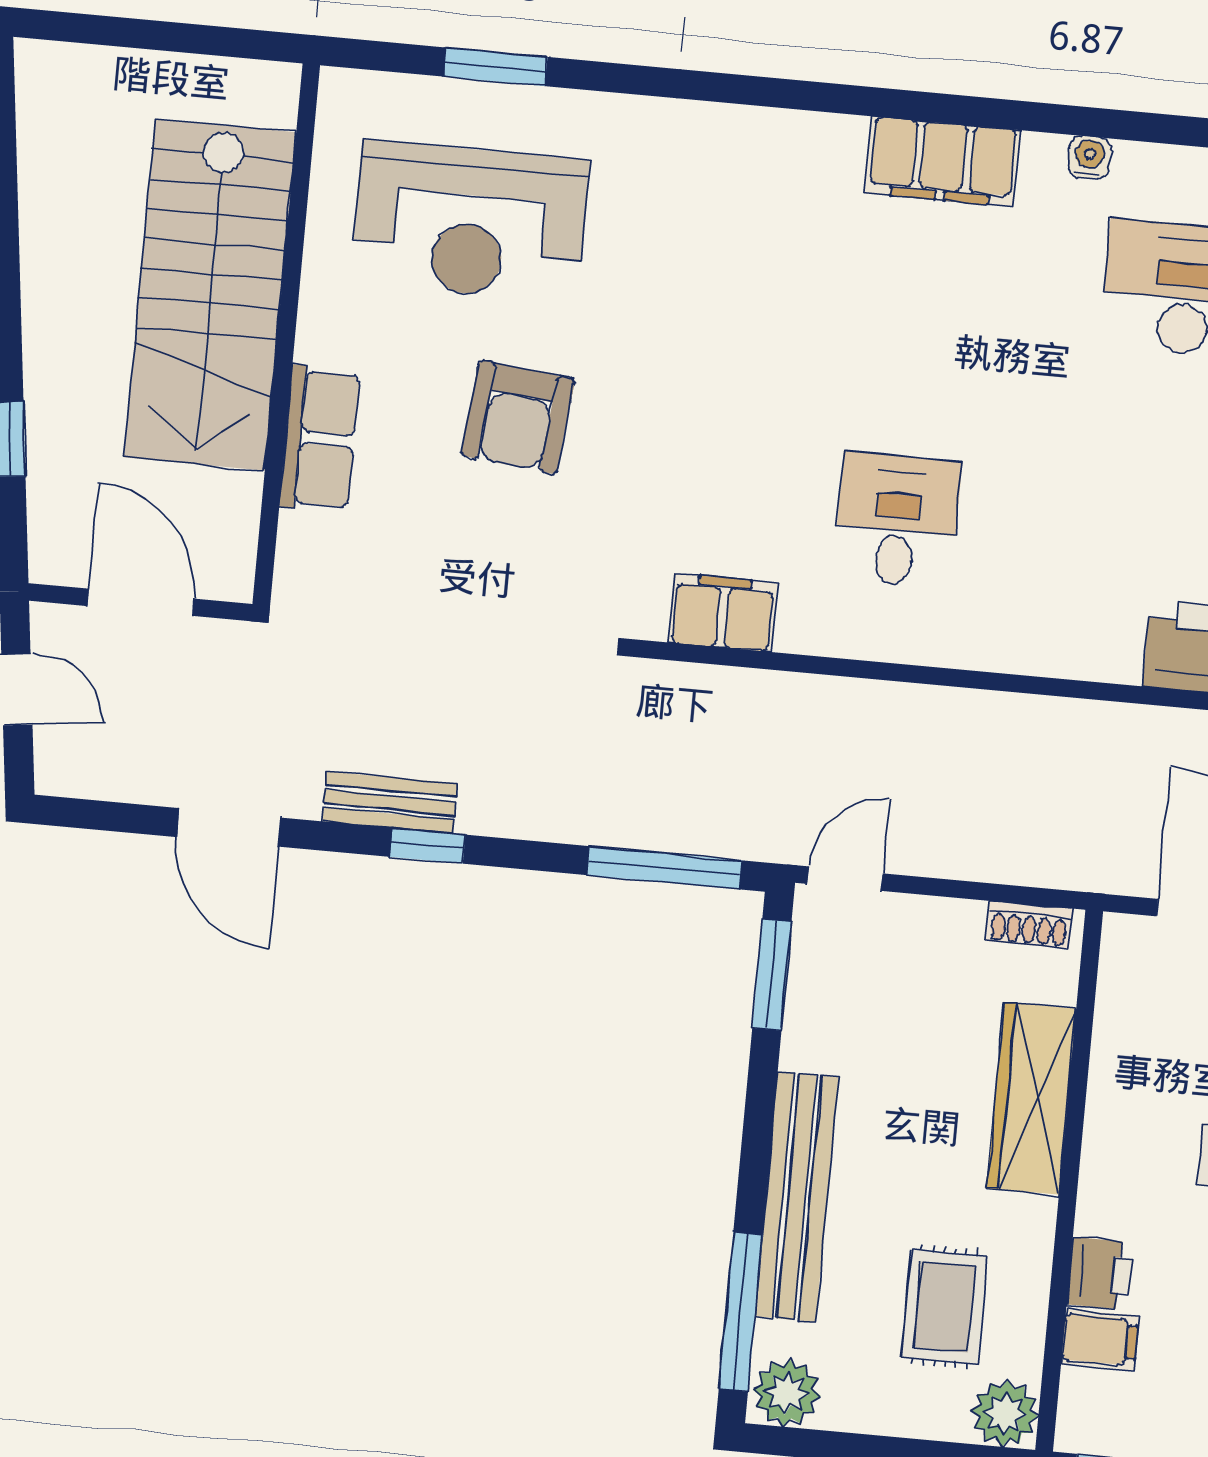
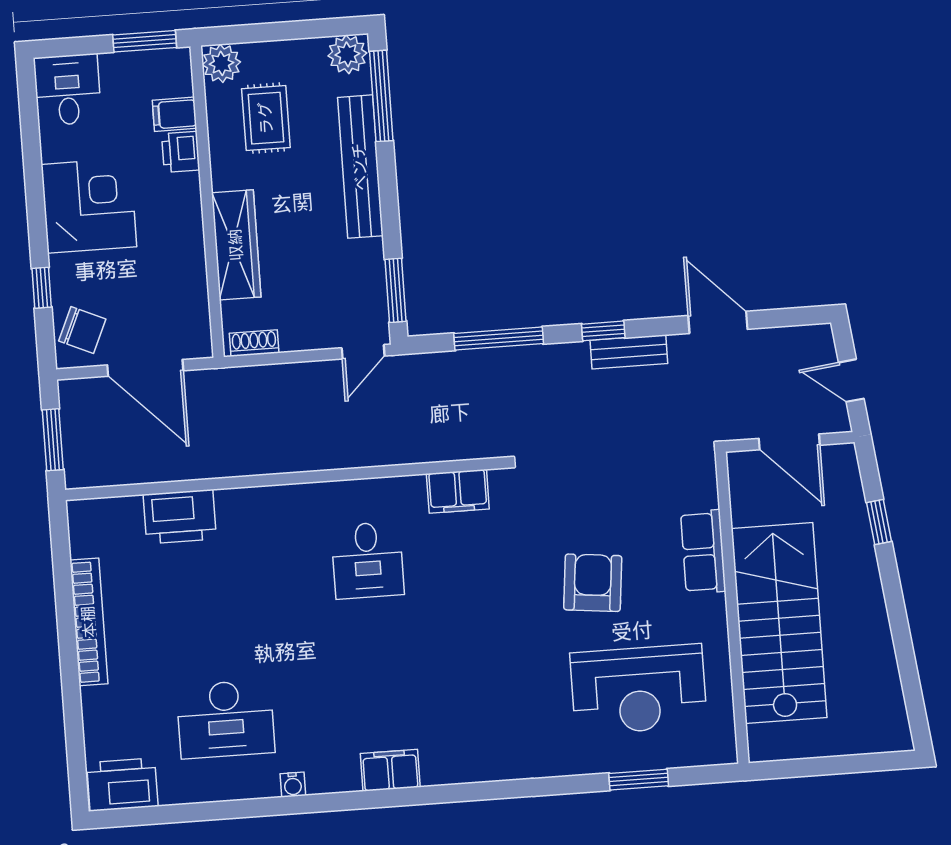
filing cabinet: (943, 162) -> (390, 770), width x0.67, depth x0.86
reception desk: (470, 221) -> (638, 689), turned 180
window: (664, 868) -> (499, 339), moved

